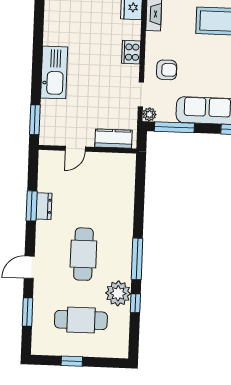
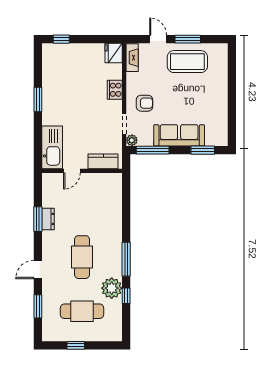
kitchen sink: (54, 72) -> (52, 147), moved
window: (35, 120) -> (38, 100), moved

